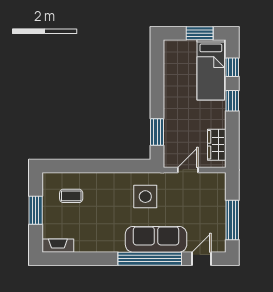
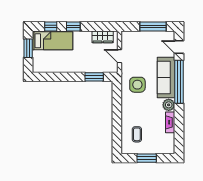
plant: (115, 243) -> (169, 105), added
fireplace: (58, 246) -> (170, 122), moved

